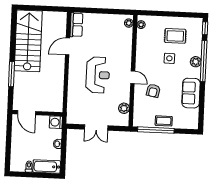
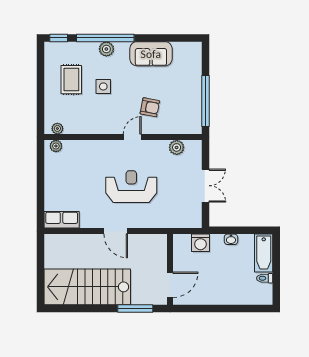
door: (68, 46) -> (116, 231), moved
door: (27, 113) -> (170, 285), moved
wall: (37, 113) -> (170, 269), moved
coffee table: (164, 121) -> (192, 91), removed

